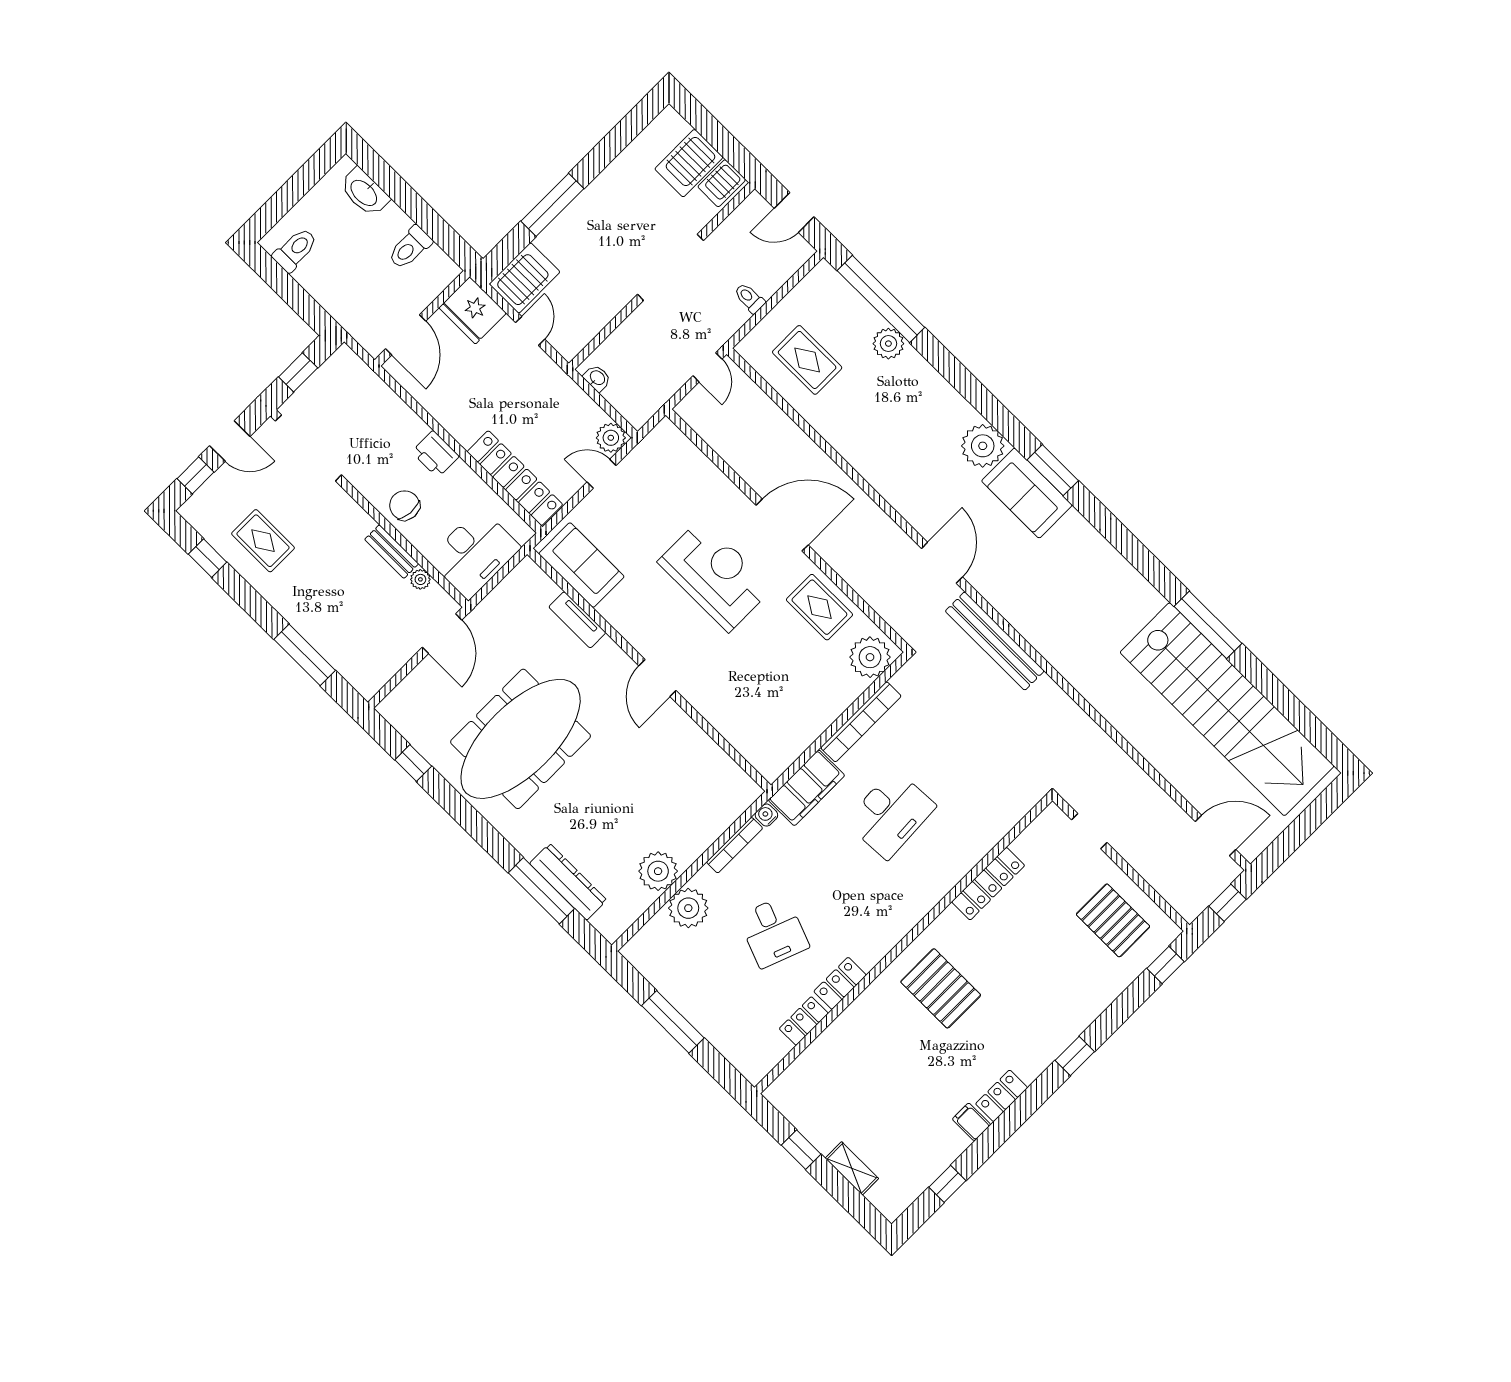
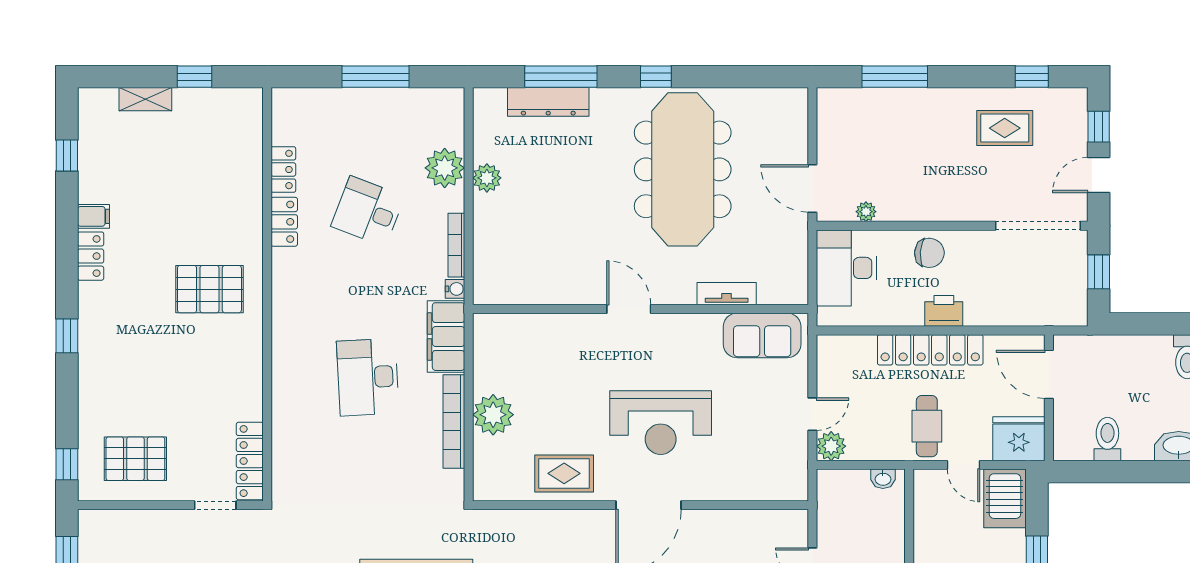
cafe table: (529, 384) -> (927, 426), added
locker: (515, 478) -> (930, 350), moved
bench: (392, 552) -> (906, 211), removed
plant: (870, 657) -> (493, 415), moved
window: (413, 763) -> (656, 77), moved
plant: (658, 871) -> (487, 178), width x0.73, depth x0.73
locker: (988, 884) -> (250, 461), moved

